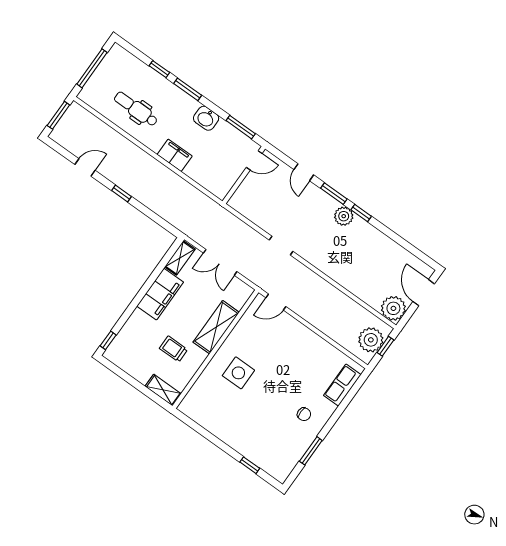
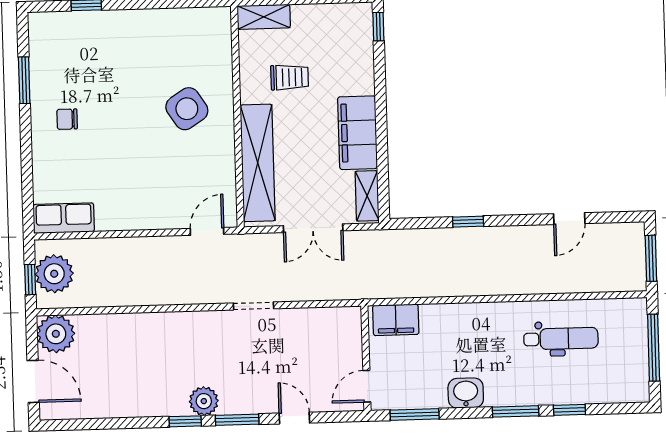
filing cabinet: (175, 155) -> (396, 320), moved
window: (121, 193) -> (468, 222), moved
double door: (220, 262) -> (313, 228), swing flipped
shelving: (216, 327) -> (258, 163), width x1.47
side table: (238, 373) -> (187, 109), turned -33
row of seats: (342, 385) -> (64, 218), moved, turned -90

